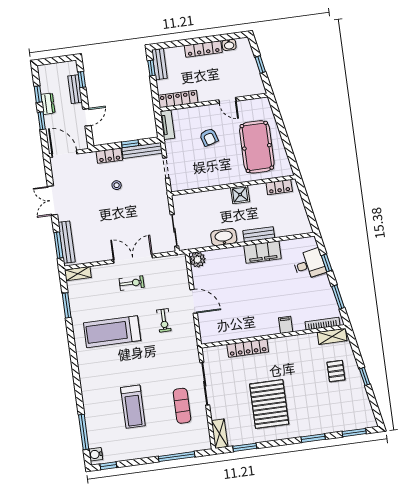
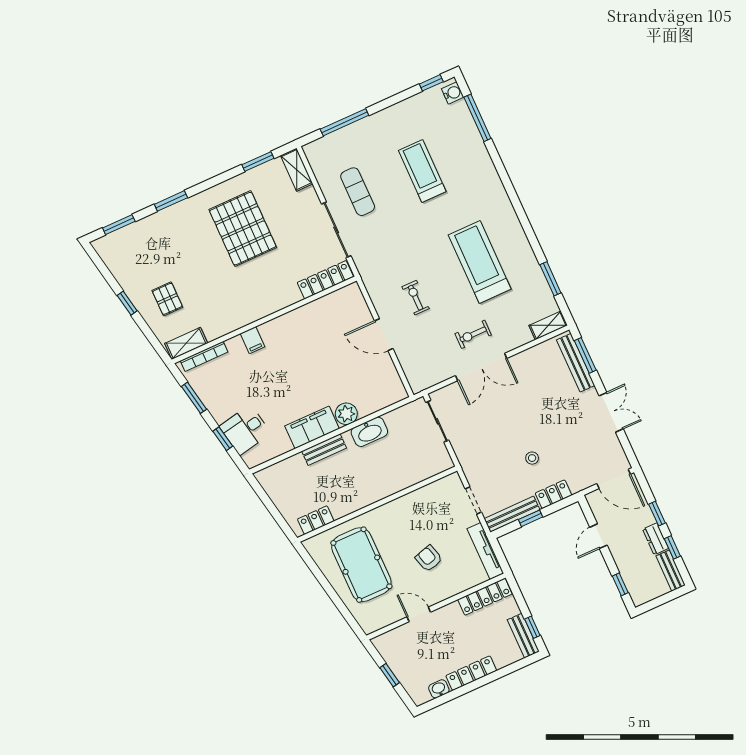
bench: (75, 89) -> (671, 571), moved
tv unit: (167, 125) -> (485, 551), width x1.41
shower: (240, 195) -> (365, 495), removed
plant: (198, 260) -> (346, 414), moved
treadmill: (112, 332) -> (480, 262), turned -90
locker: (248, 348) -> (325, 280), moved

